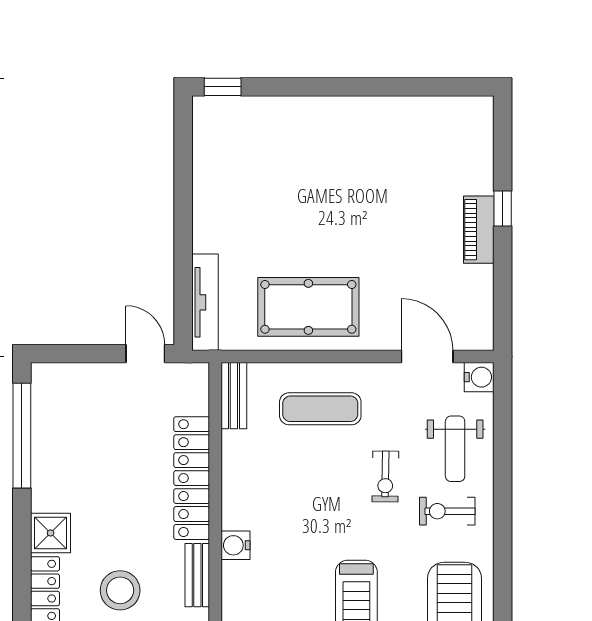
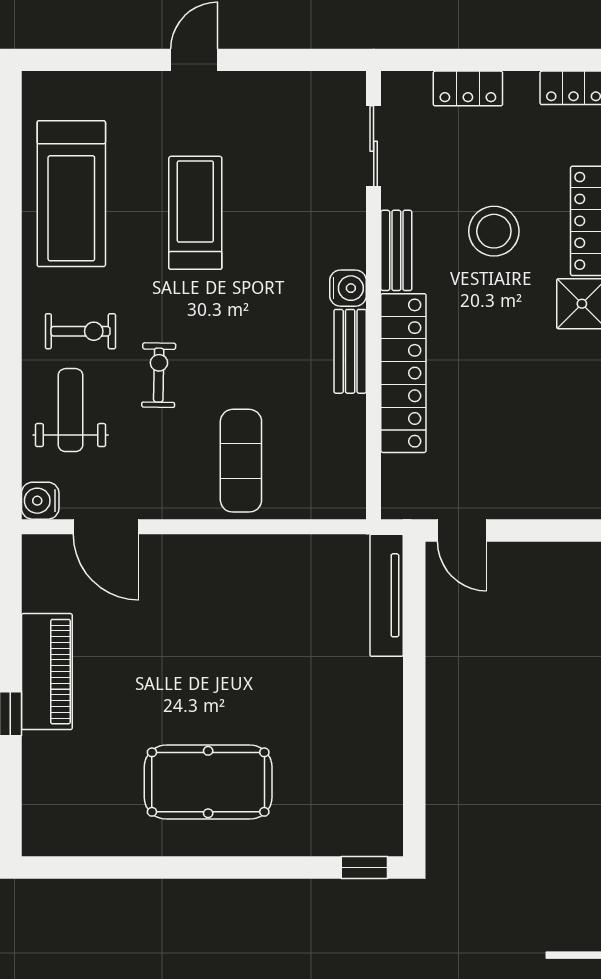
piano: (479, 230) -> (47, 672), width x1.37, depth x1.33
pool table: (308, 307) -> (208, 782), moved
bench: (234, 396) -> (350, 351), moved
exercise mat: (320, 409) -> (241, 461), turned 90

